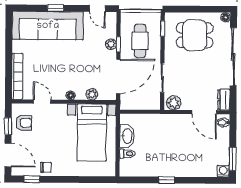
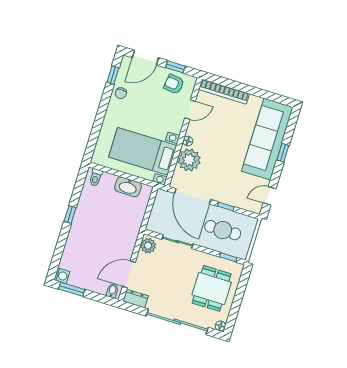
plant: (111, 44) -> (228, 199), removed
plant: (92, 94) -> (189, 160), width x1.88, depth x1.88
armchair: (24, 123) -> (174, 84), turned 97
toilet: (127, 154) -> (96, 177), moved

